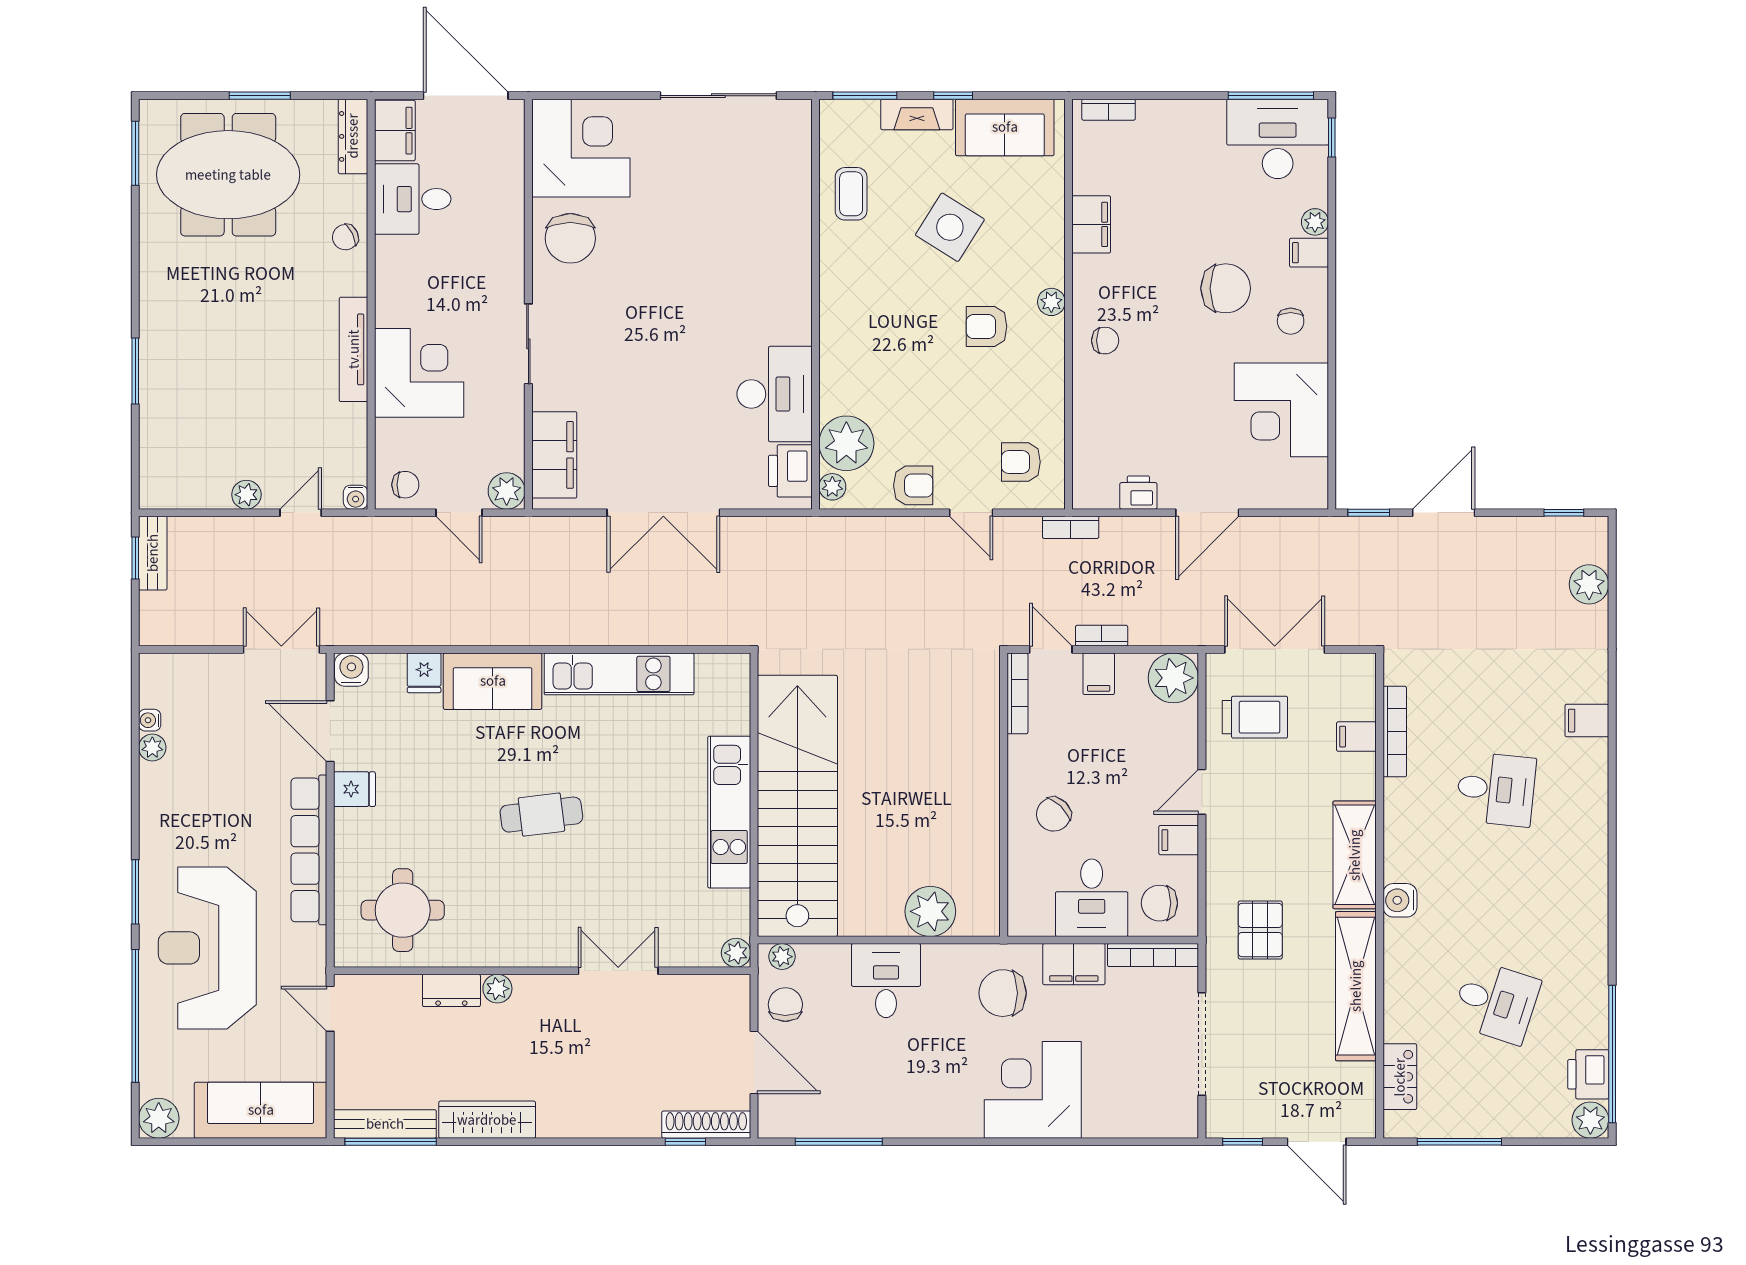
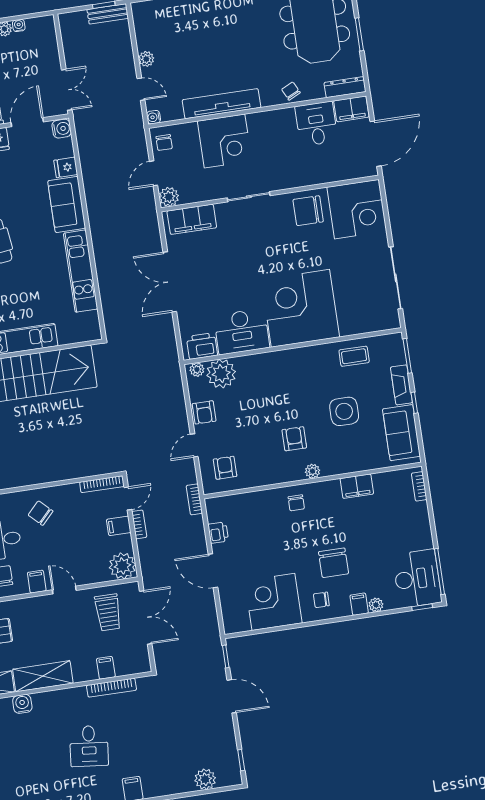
side table: (950, 227) -> (344, 411), turned -32
corner desk: (748, 279) -> (300, 308), added
tv unit: (354, 349) -> (222, 104), width x1.36, depth x1.29

